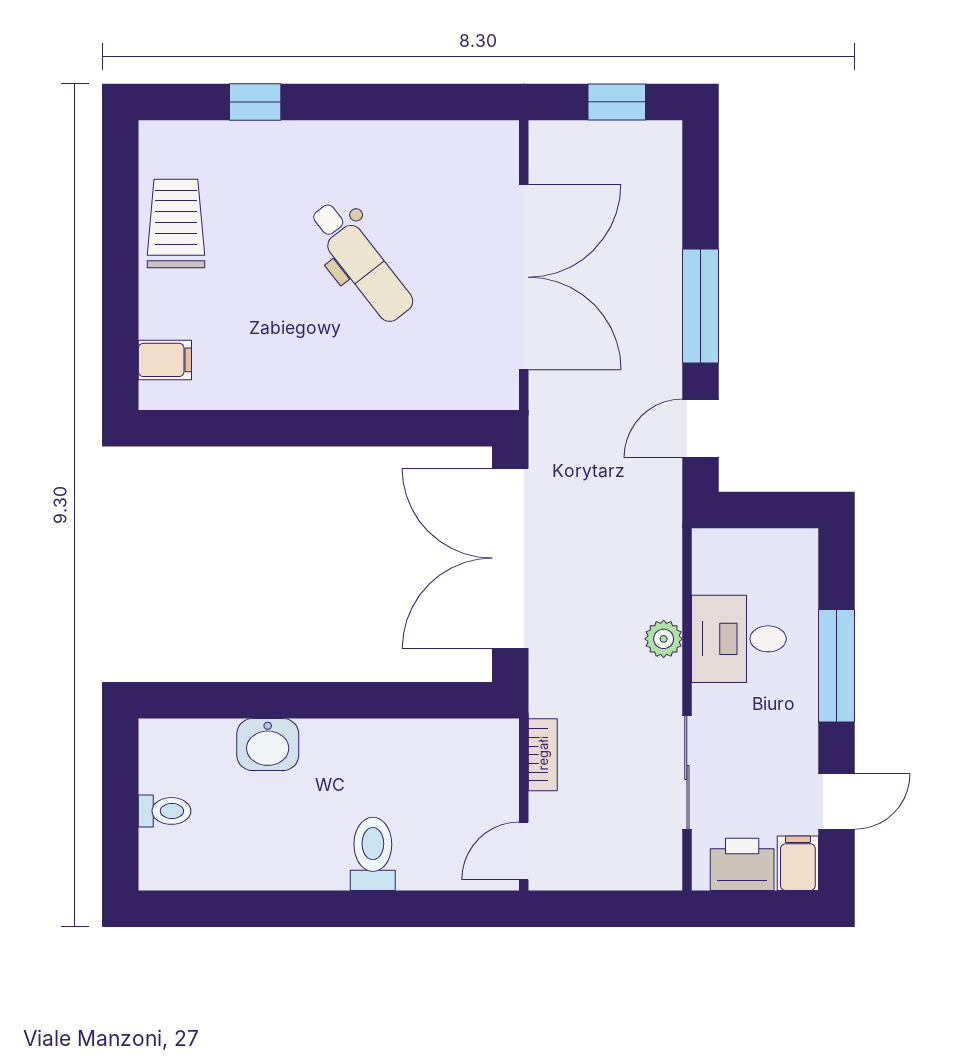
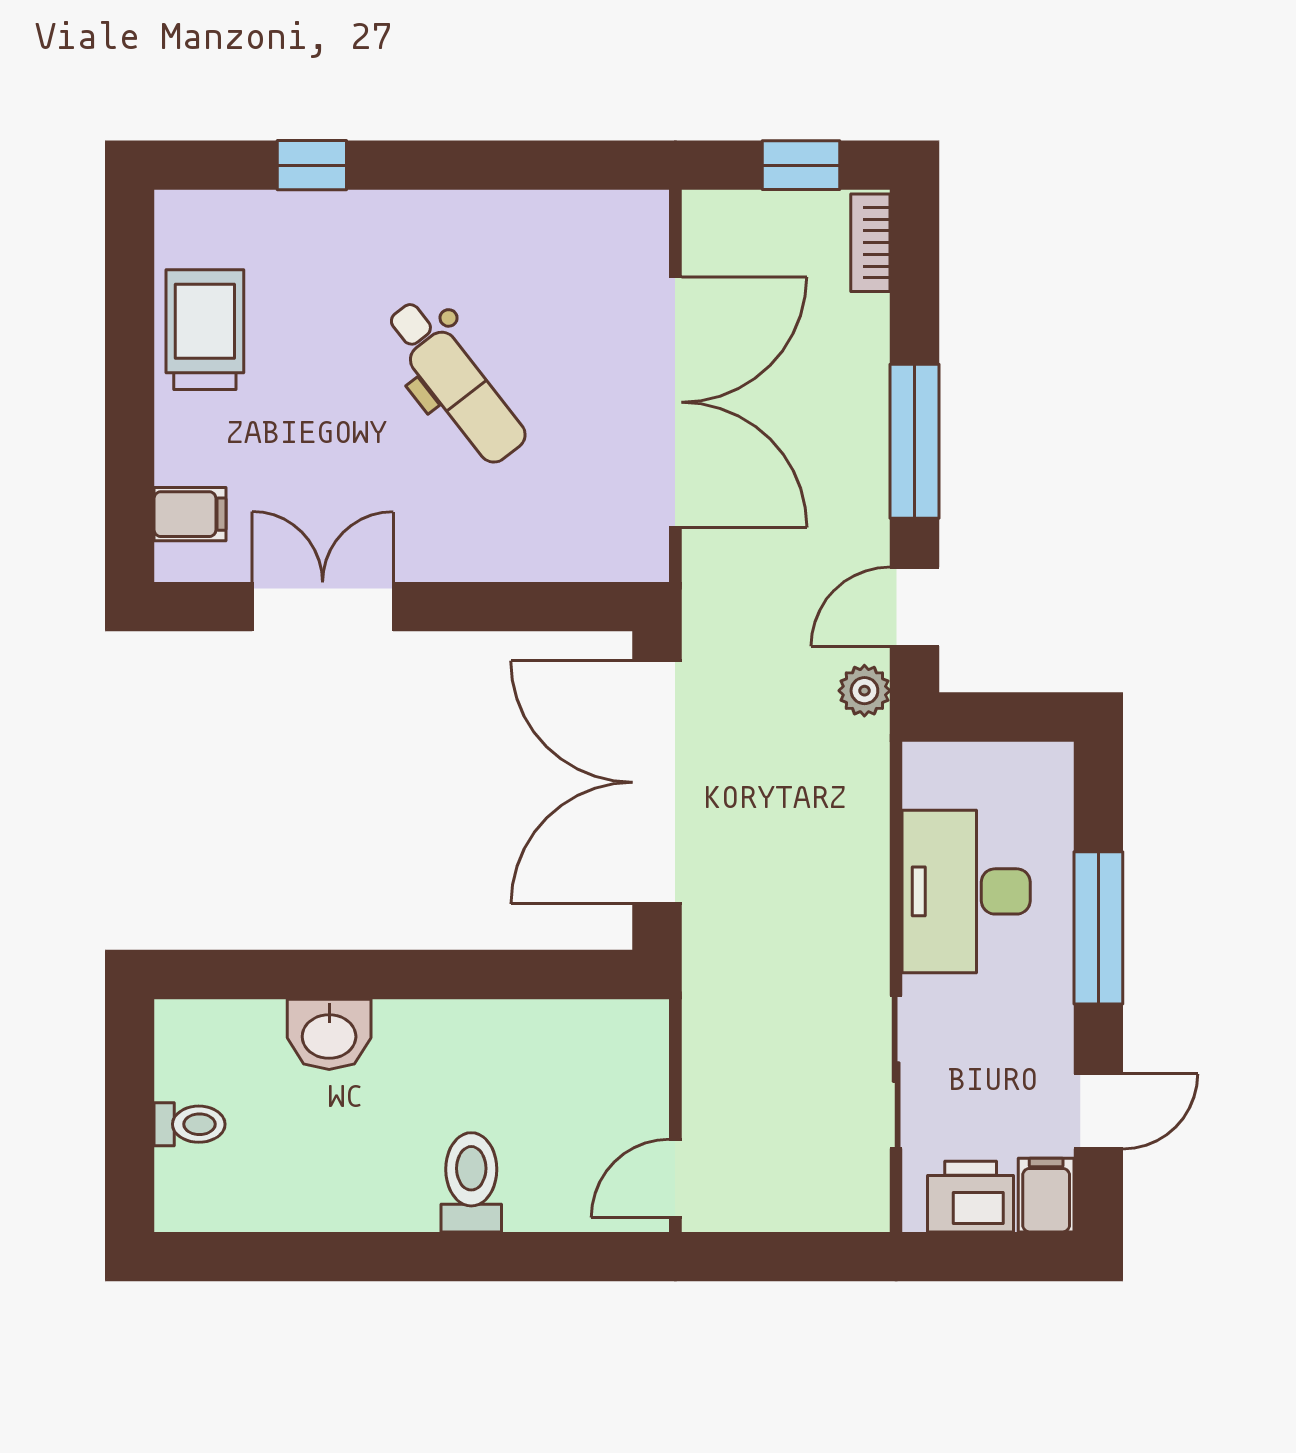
double door: (263, 428) -> (323, 607), added
plant: (664, 639) -> (864, 691), moved
desk: (739, 639) -> (966, 891), width x1.37
bookcase: (543, 755) -> (870, 243), moved, turned 180

